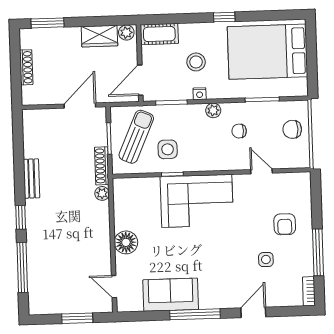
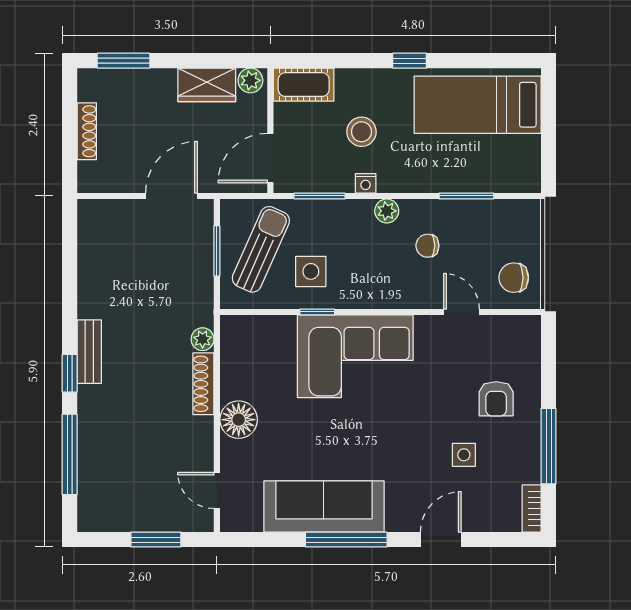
bed: (268, 52) -> (478, 105), width x0.67
chair: (292, 129) -> (514, 278), moved
shoe rack: (102, 166) -> (203, 384), moved
bench: (31, 179) -> (89, 352), moved
sofa: (171, 295) -> (324, 507), width x1.36

